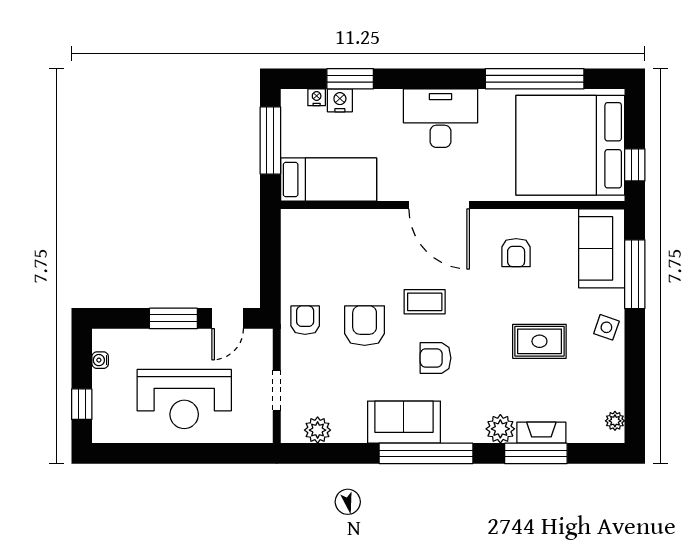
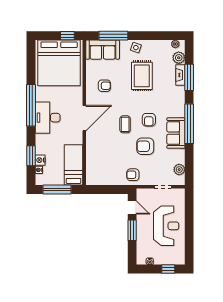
window: (535, 79) -> (31, 105), moved
armchair: (365, 326) -> (145, 146), moved
rug: (539, 341) -> (142, 76), width x1.36, depth x1.43
plant: (500, 429) -> (179, 58), moved

